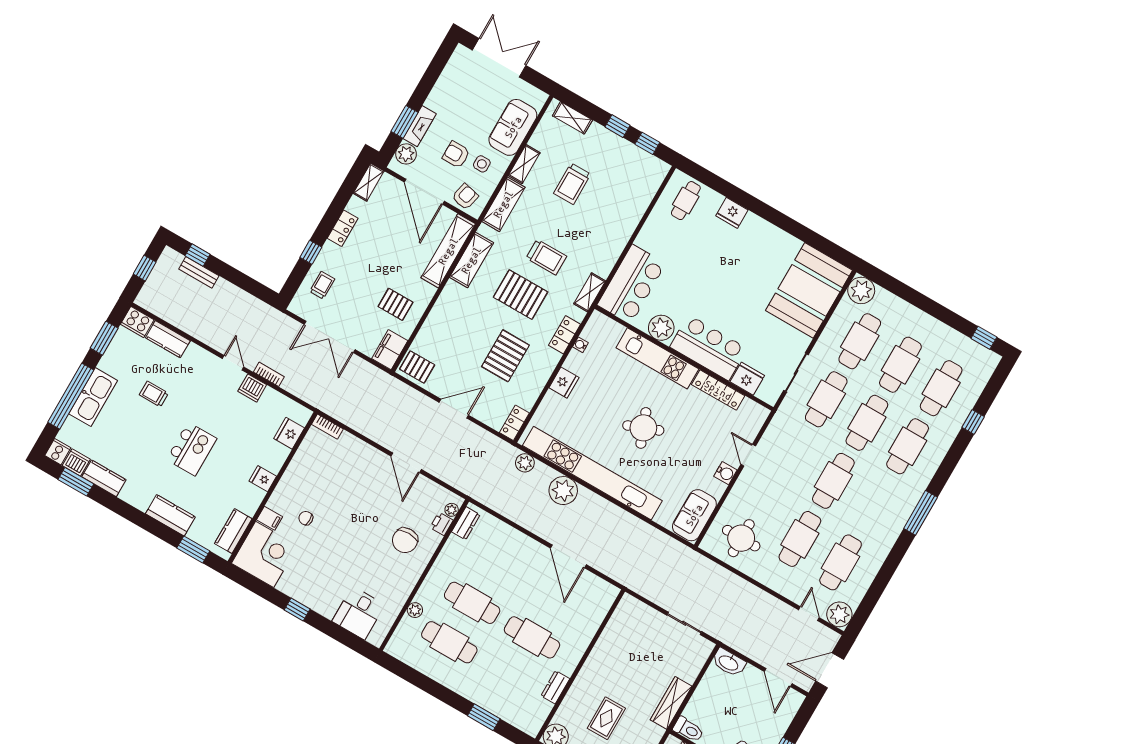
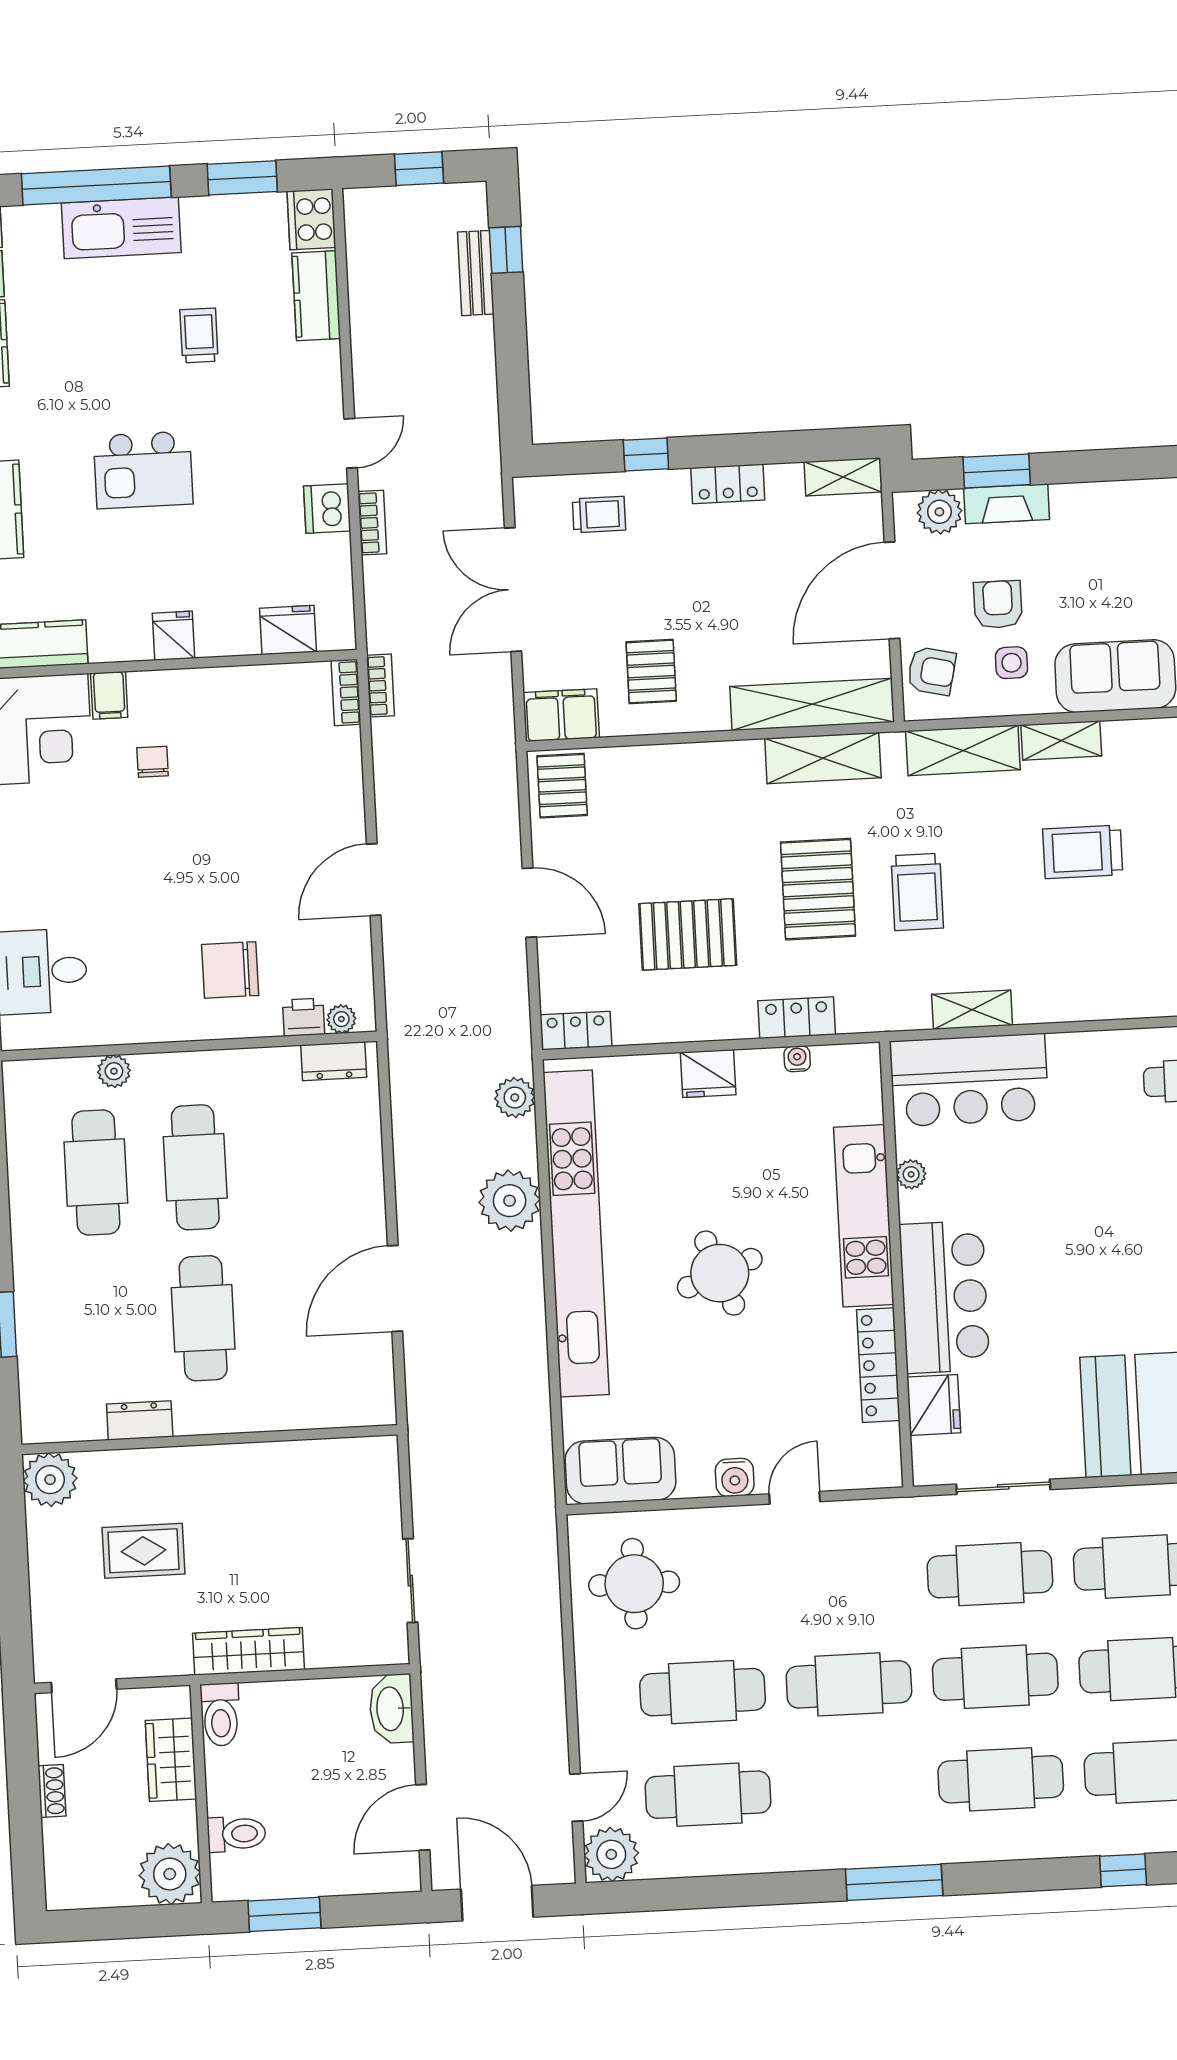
shelving: (590, 292) -> (972, 1010), moved
plant: (661, 328) -> (911, 1174), width x0.53, depth x0.53
bookcase: (333, 412) -> (380, 686), added

